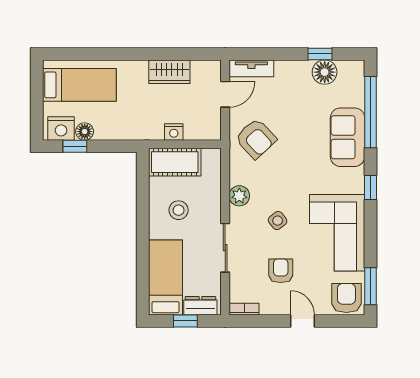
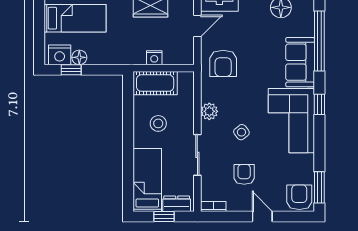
armchair: (256, 139) -> (223, 63), turned 43
corner sofa: (337, 233) -> (291, 121), moved

